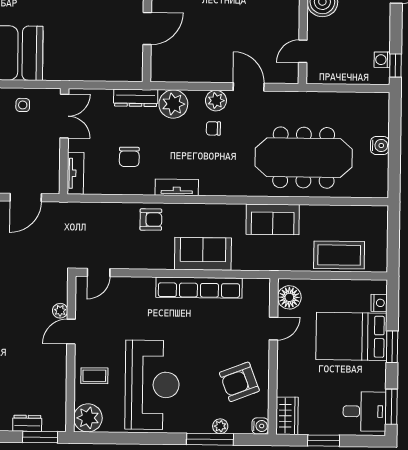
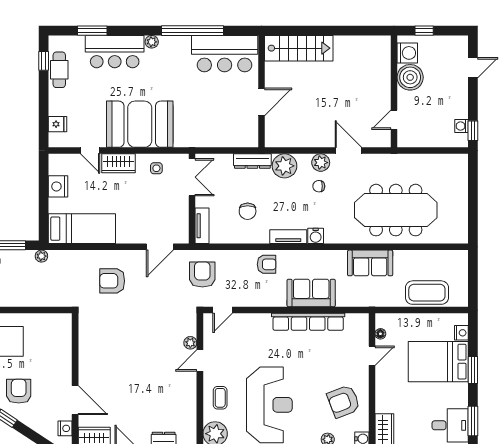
water cooler: (380, 145) -> (316, 236), moved, turned 90
armchair: (75, 231) -> (202, 275), added
floor lamp: (289, 297) -> (380, 334), width x0.53, depth x0.53
coffee table: (94, 376) -> (220, 398), turned 90

